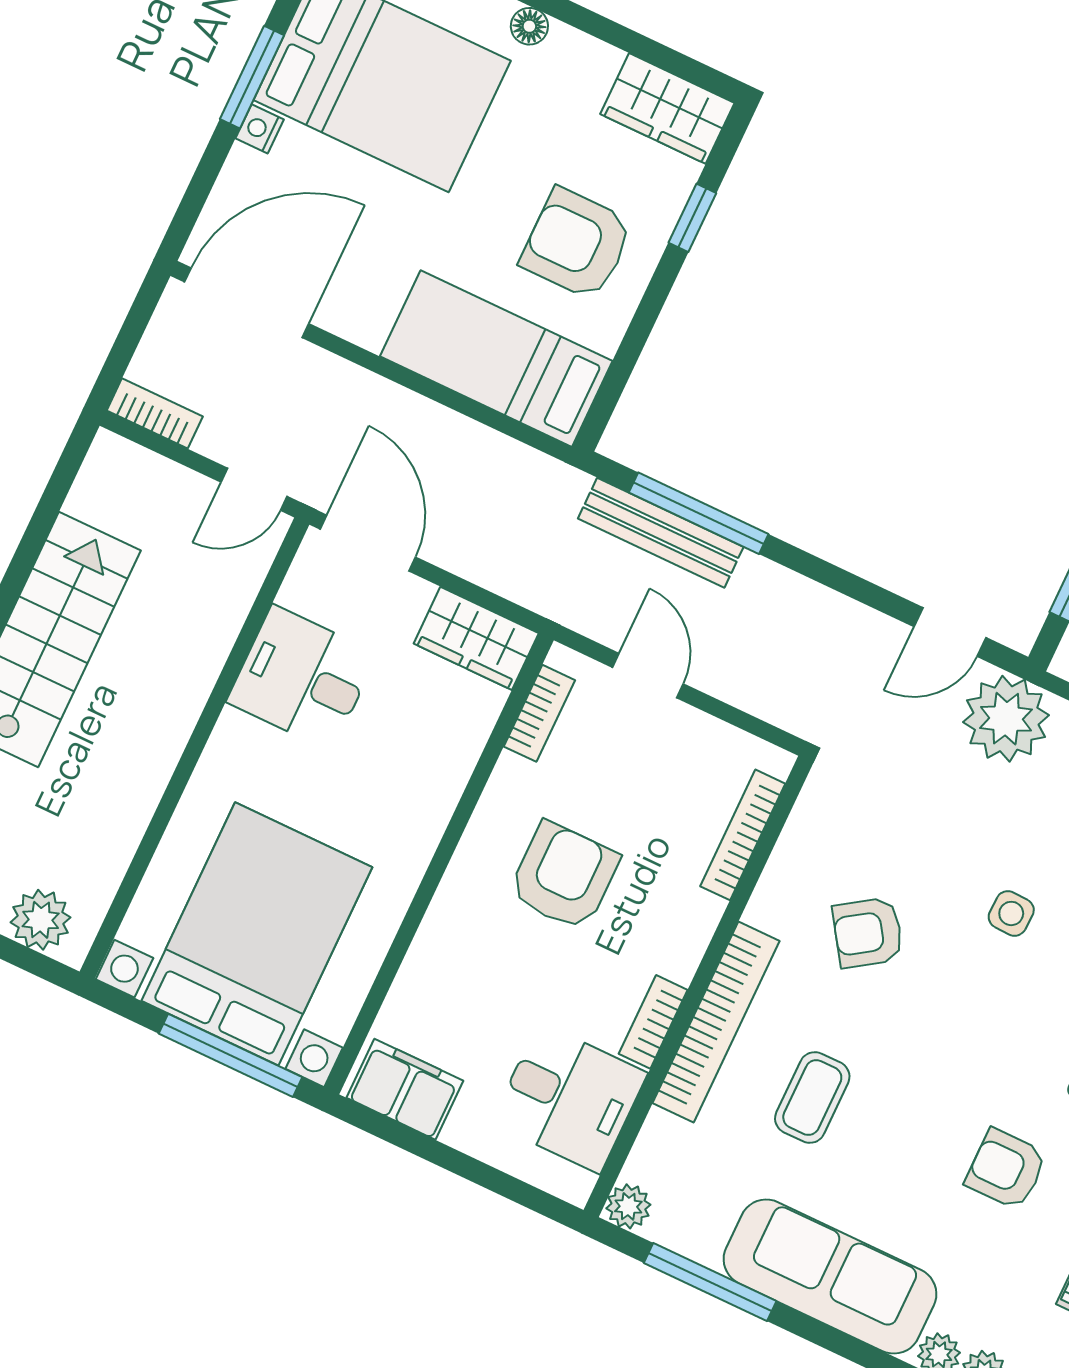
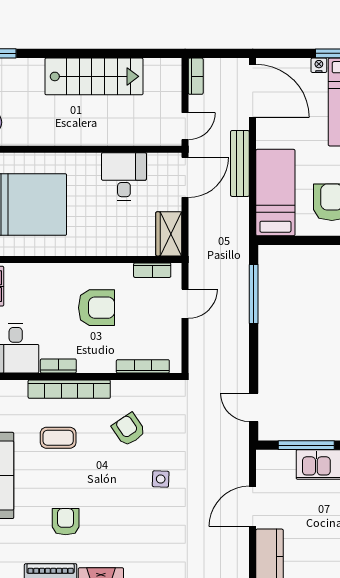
door: (254, 489) -> (185, 126), swing flipped
bench: (661, 533) -> (240, 163), moved
plant: (1006, 719) -> (232, 443), removed

